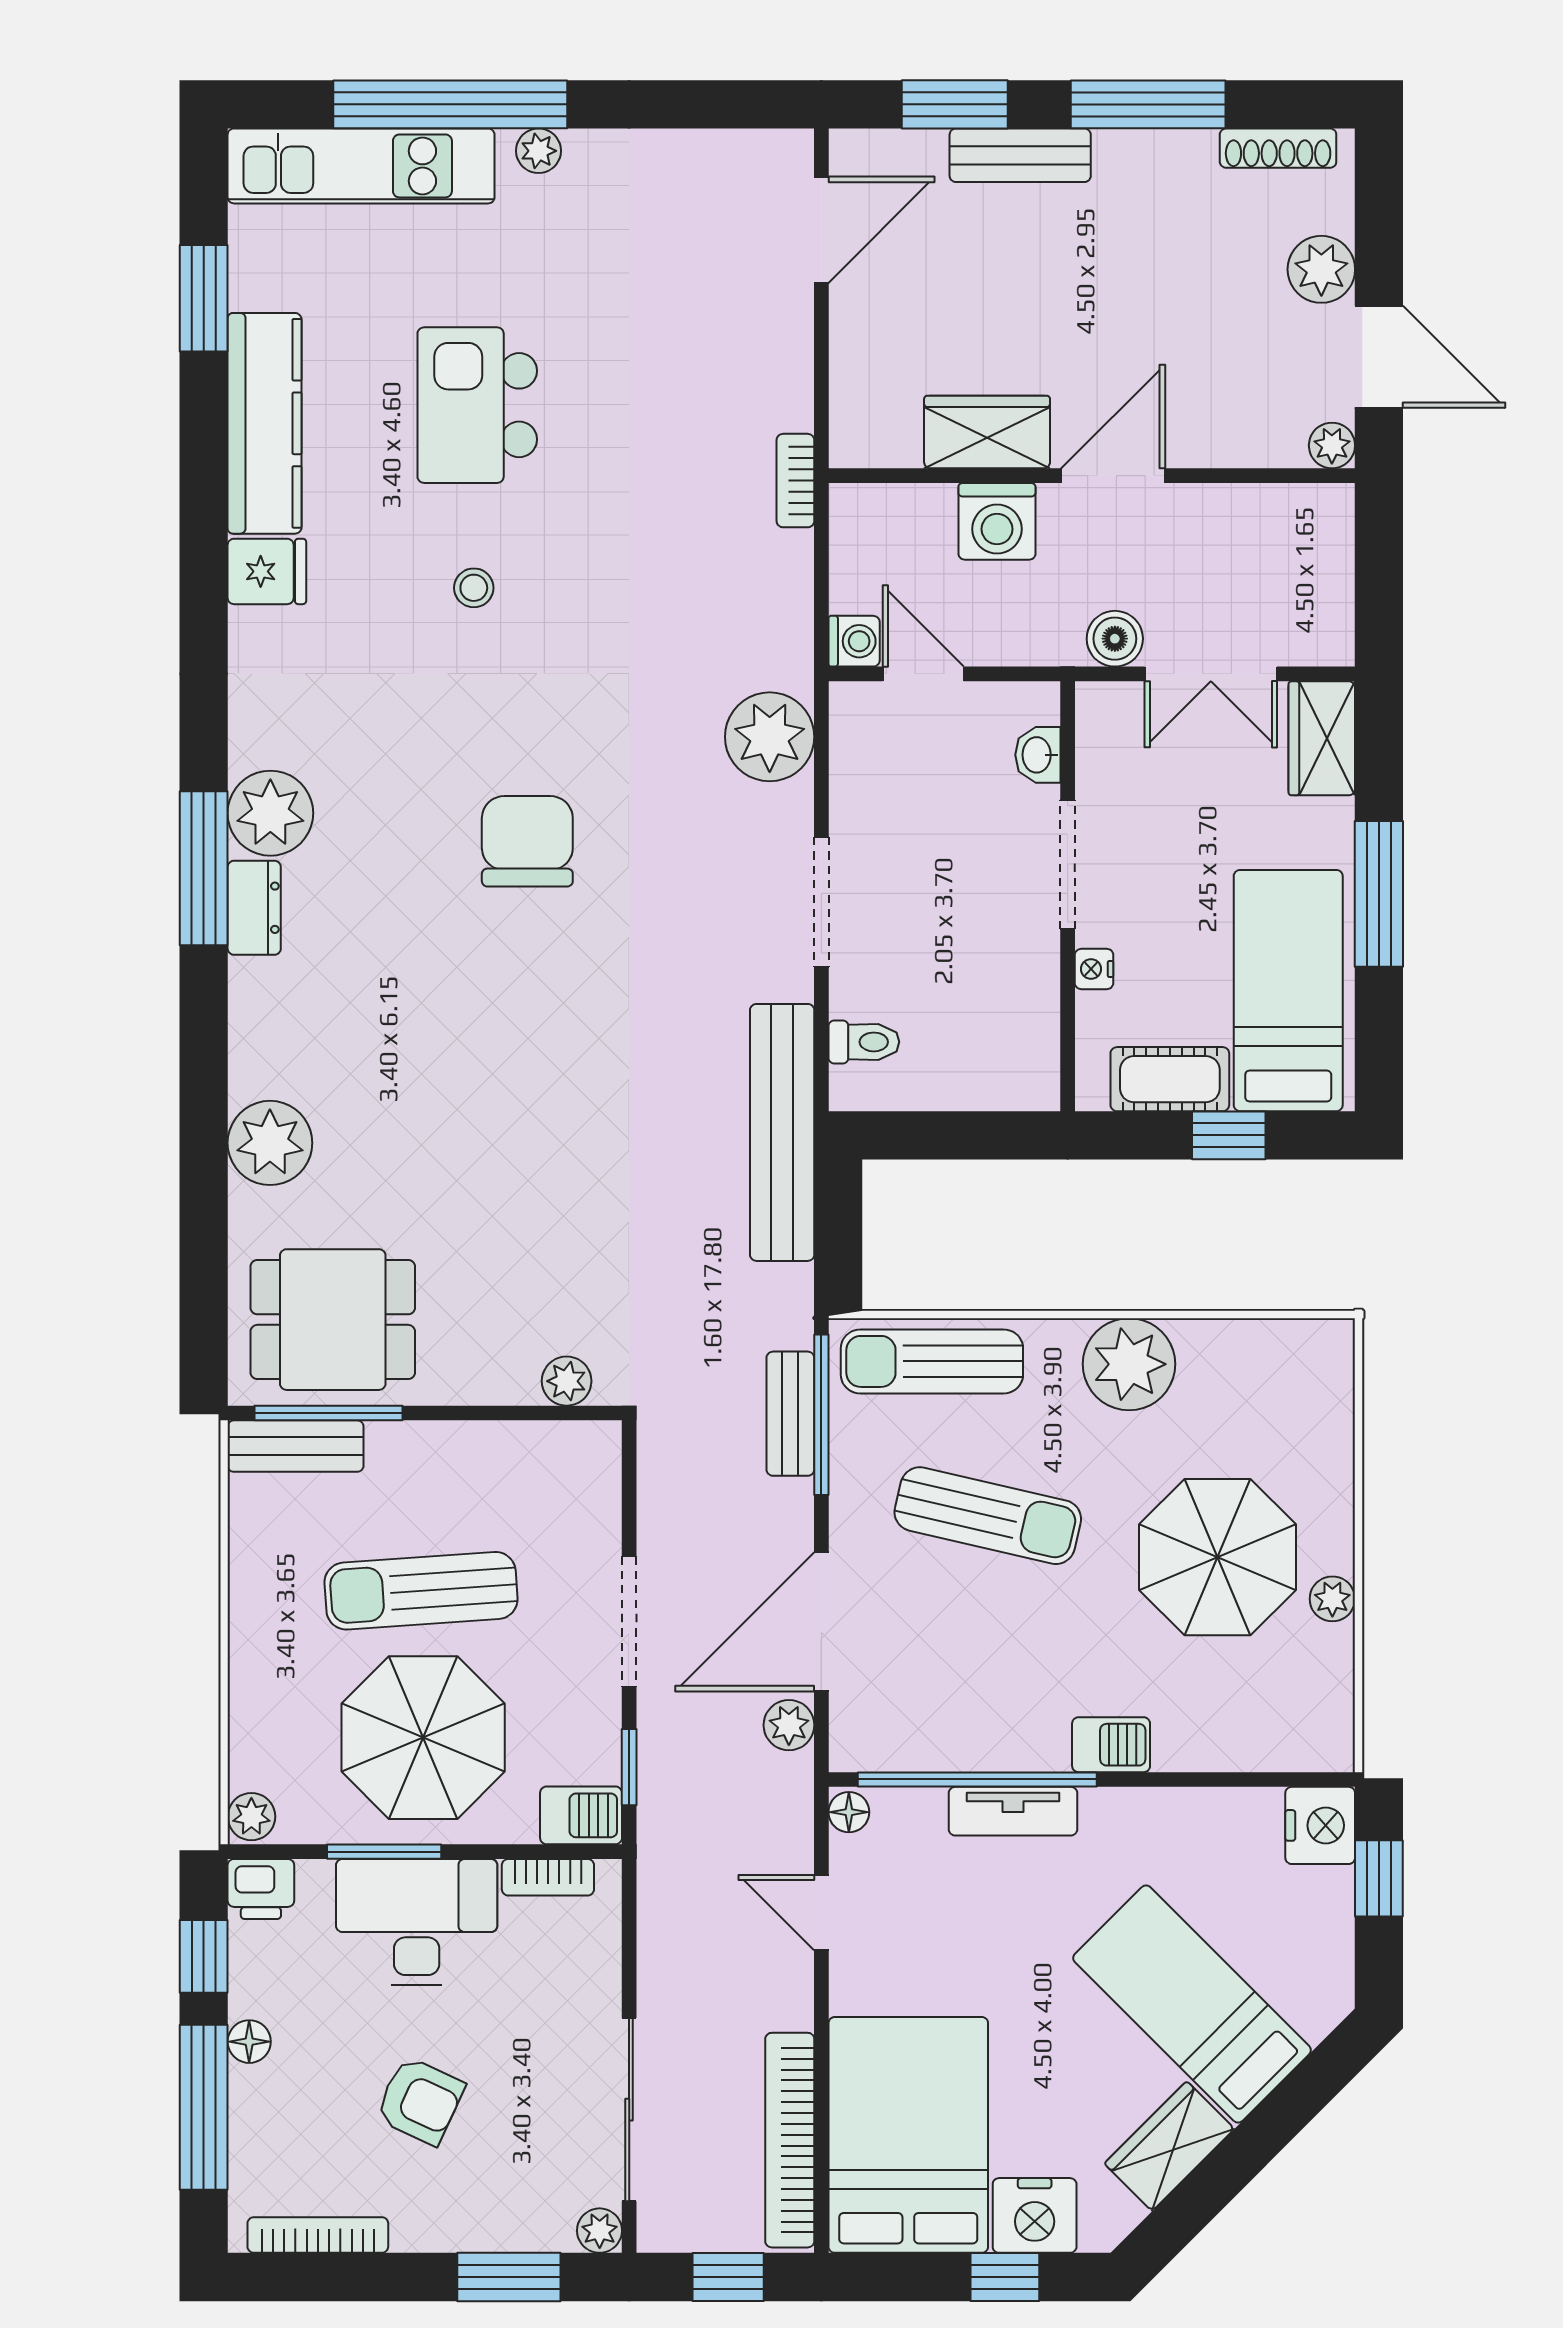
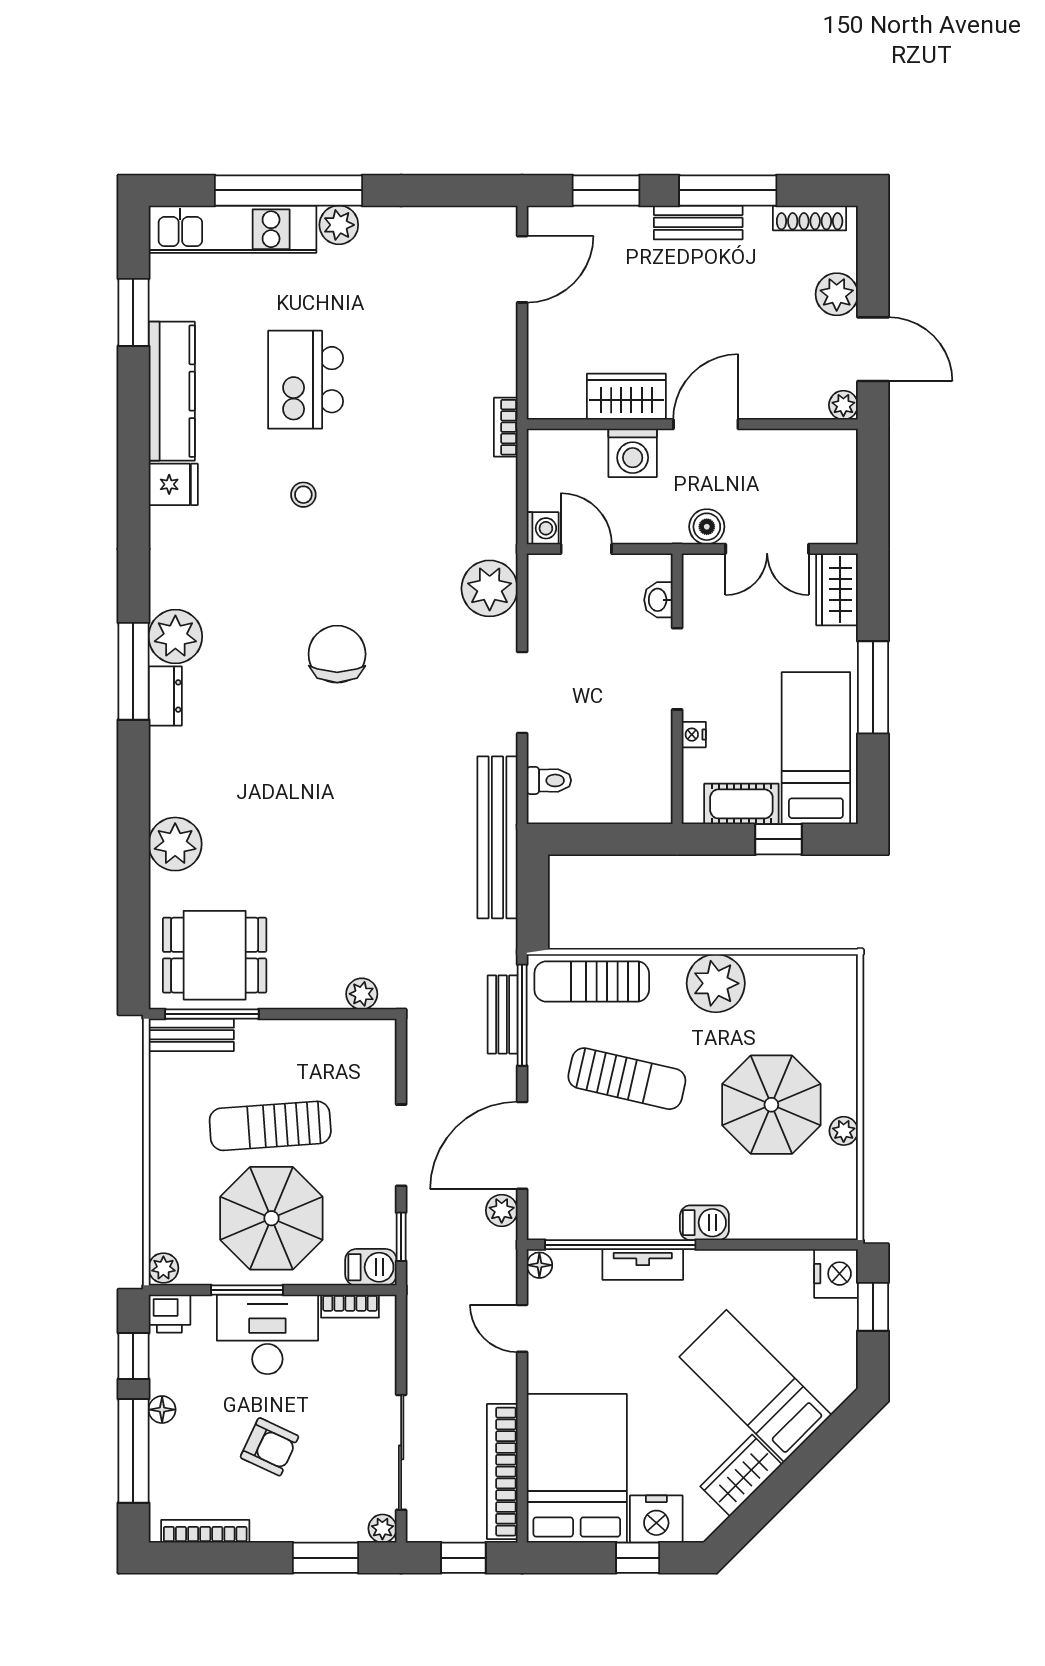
plant: (539, 151) -> (339, 225), width x1.38, depth x1.38
bench: (1020, 155) -> (698, 222), moved

